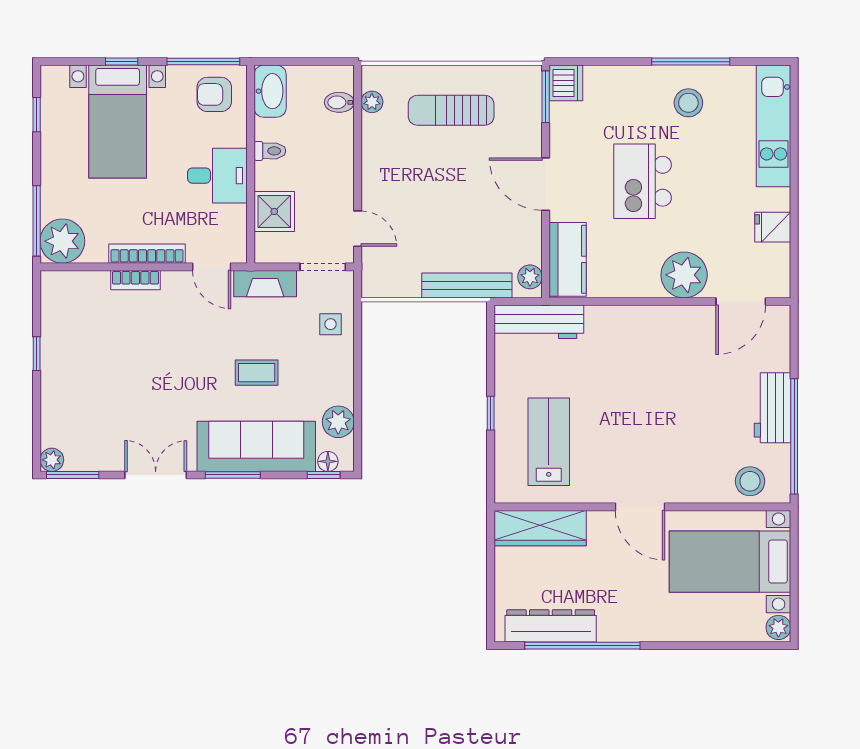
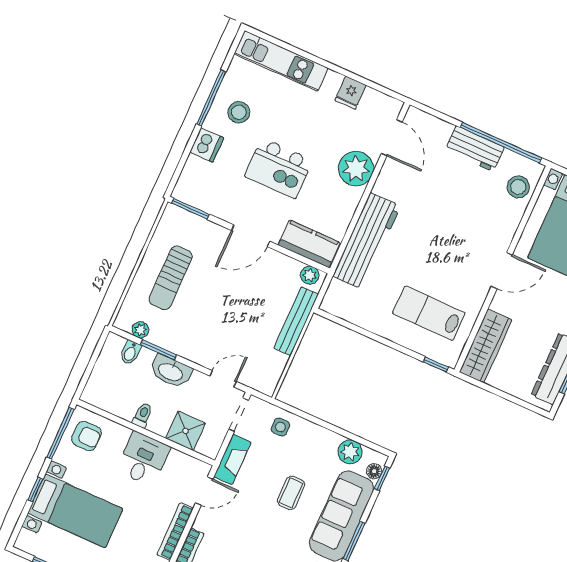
dishwasher: (566, 83) -> (207, 145), moved, turned 90
washbasin: (270, 91) -> (171, 371), moved, turned 180
armchair: (214, 94) -> (86, 436), turned -90
window: (358, 135) -> (158, 350), added
workbench: (539, 322) -> (367, 241), moved, width x1.36, depth x1.32
window: (491, 413) -> (436, 364), moved

